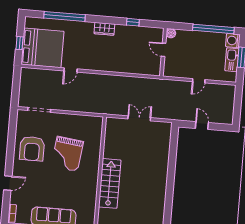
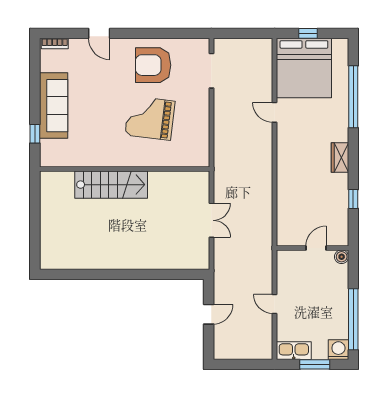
kitchen sink: (232, 60) -> (294, 351), moved

